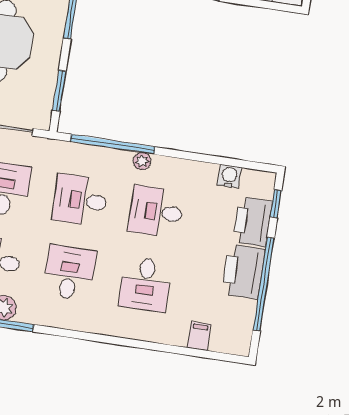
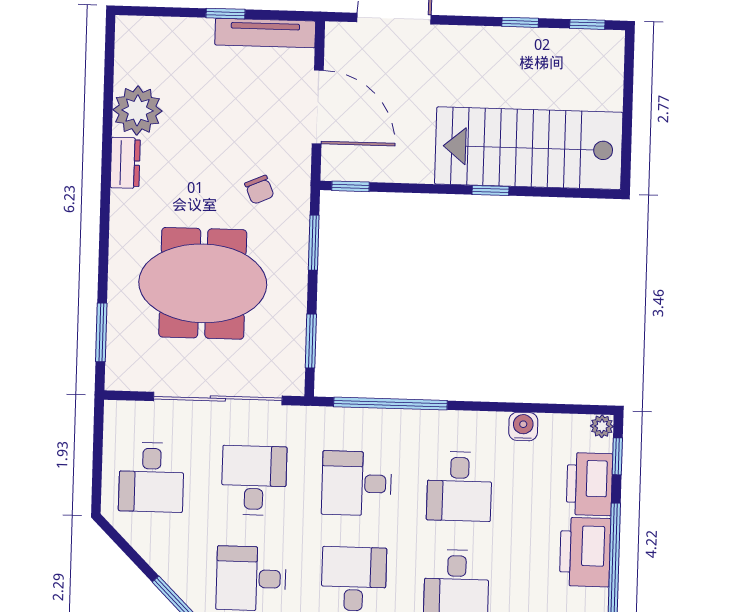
plant: (142, 161) -> (602, 426), moved
water cooler: (229, 176) -> (523, 426), moved
desk: (156, 212) -> (459, 486), turned -90

